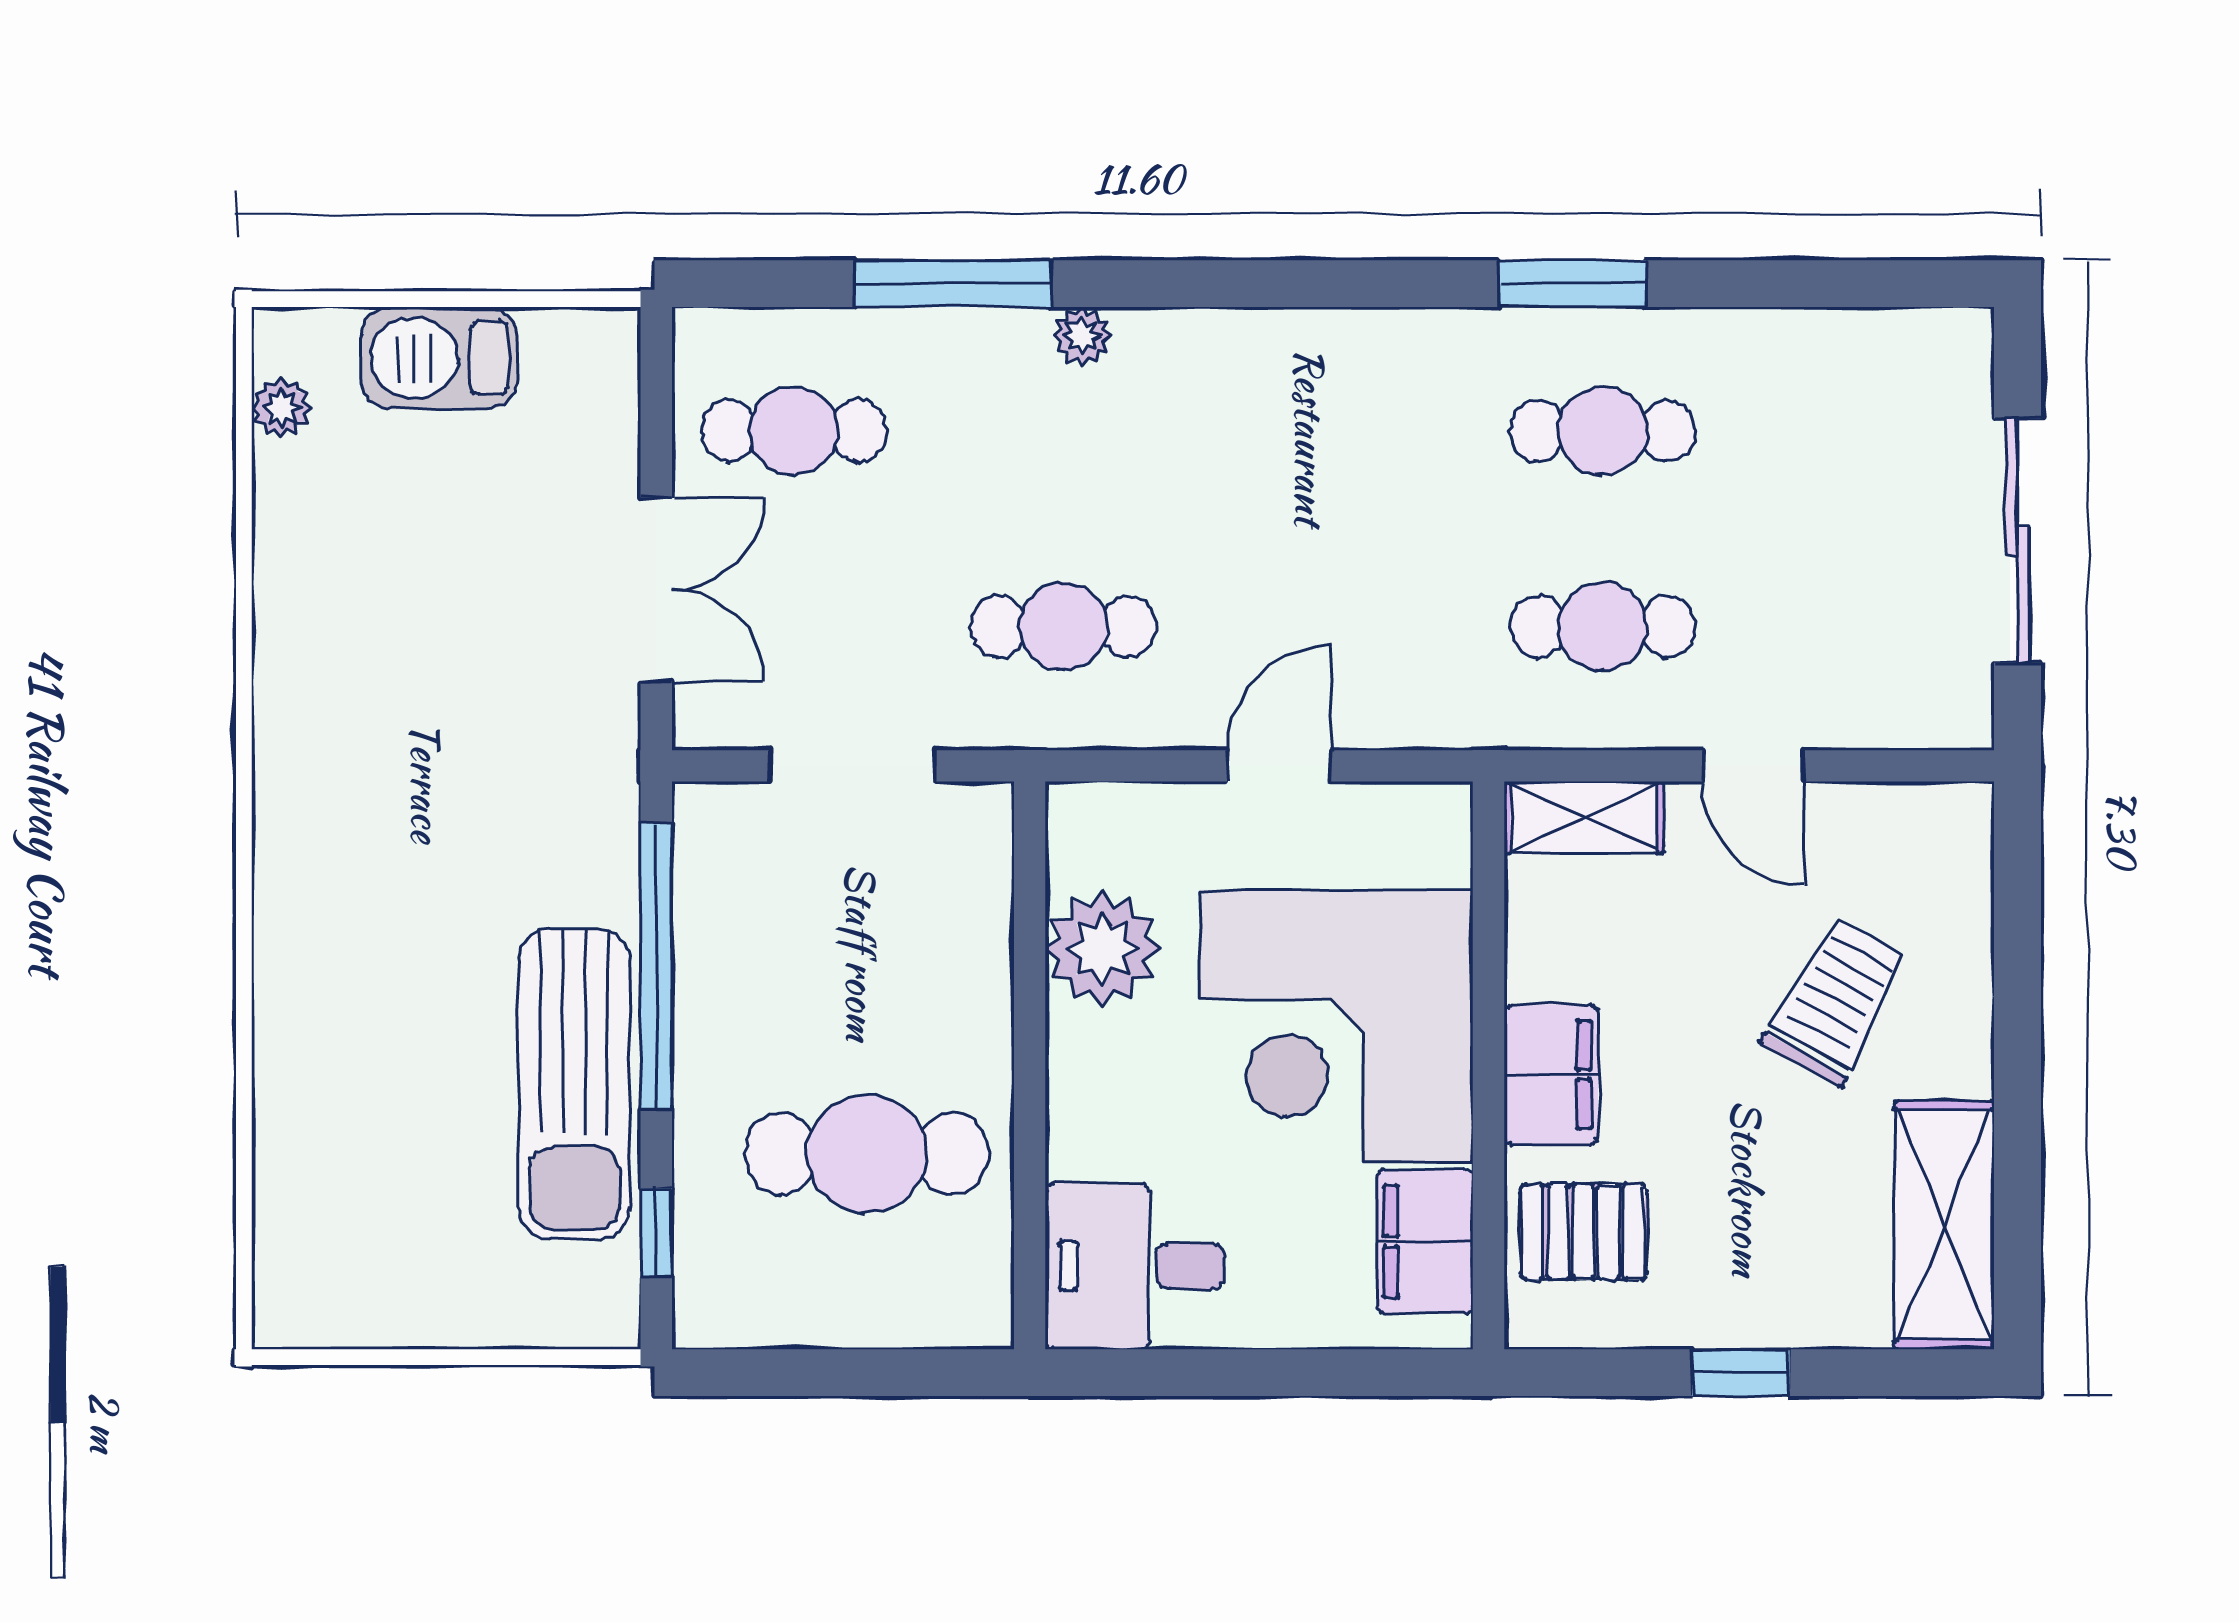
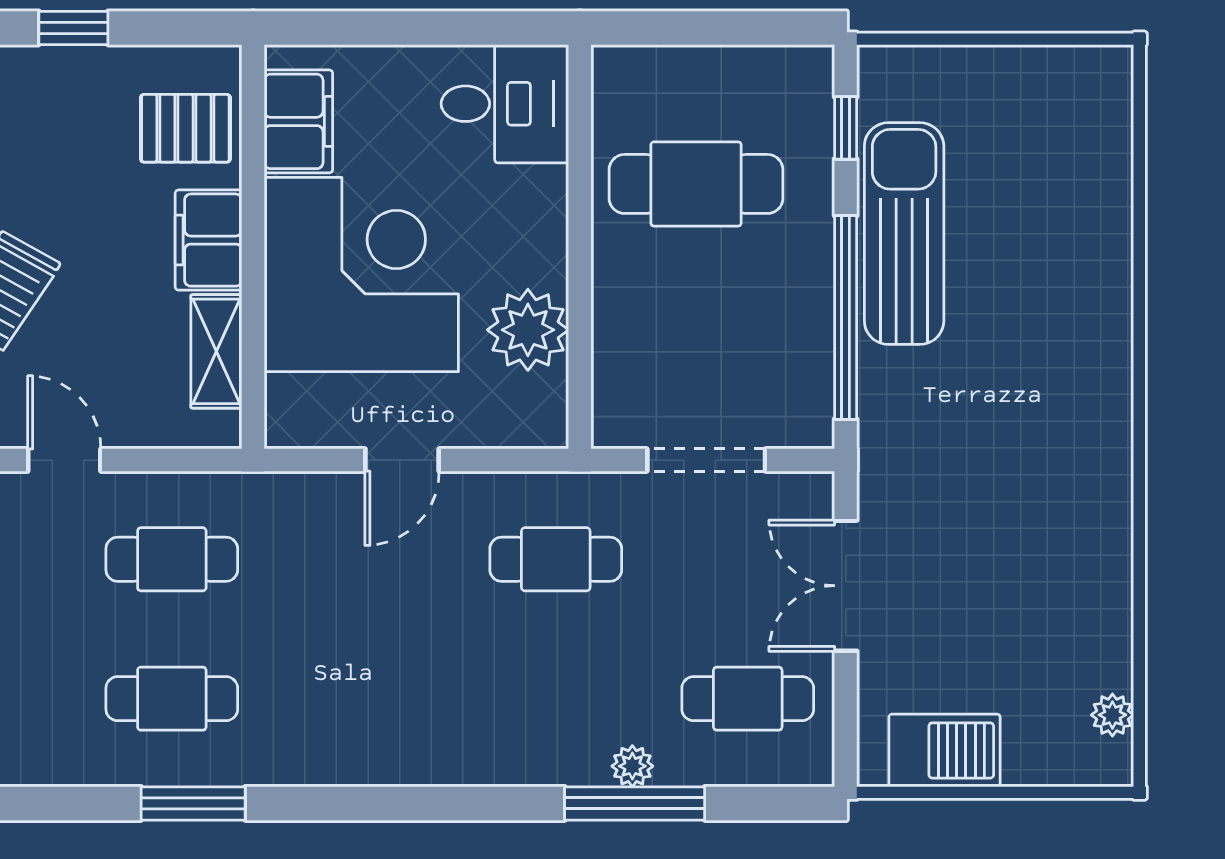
plant: (1082, 336) -> (632, 766), moved
barbecue: (439, 358) -> (945, 750), moved
shelving: (1584, 817) -> (216, 351), moved, turned 90

